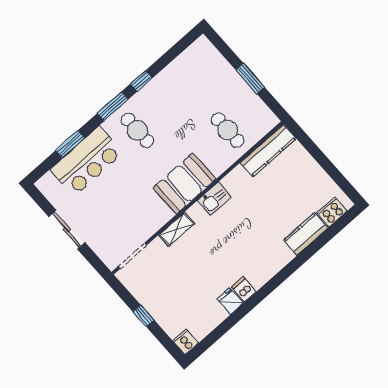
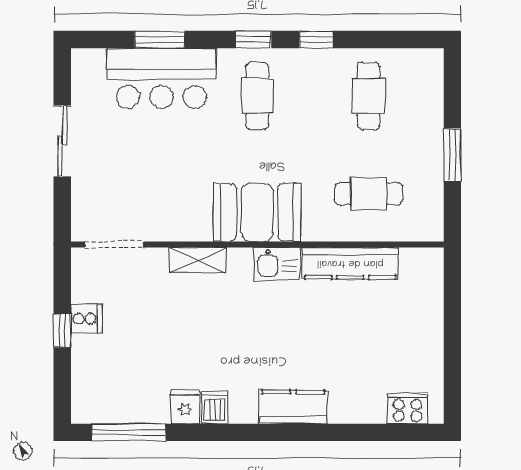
cafe table: (188, 85) -> (369, 96), added
window: (113, 106) -> (253, 40), width x0.67
cafe table: (228, 130) -> (369, 194), turned 90
kitchen counter: (268, 151) -> (350, 263), moved
kitchen counter: (306, 234) -> (293, 407), moved
window: (215, 335) -> (129, 432), added
cooker: (186, 342) -> (86, 319), moved, turned 90

